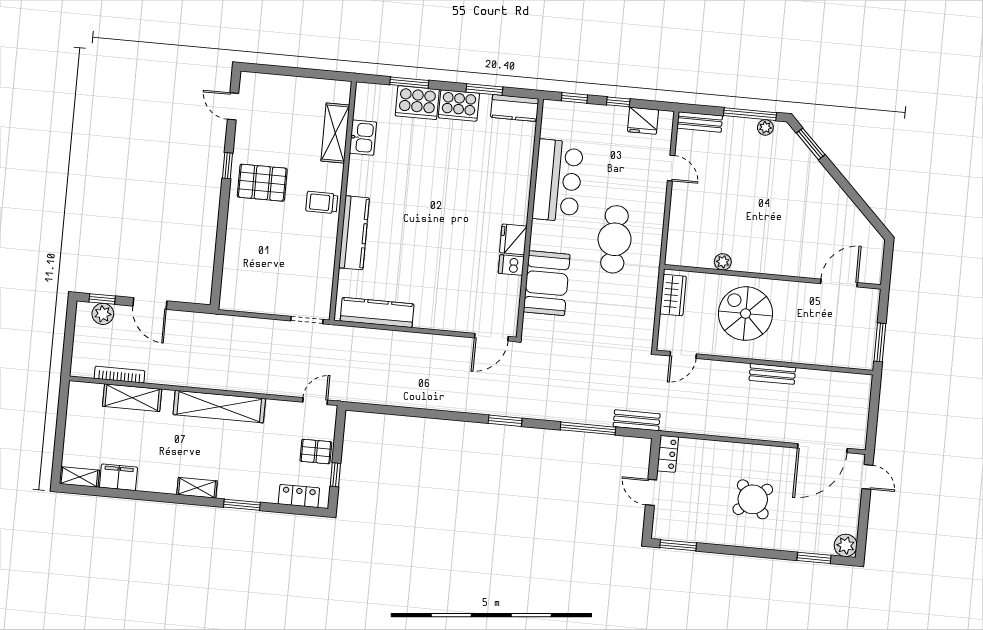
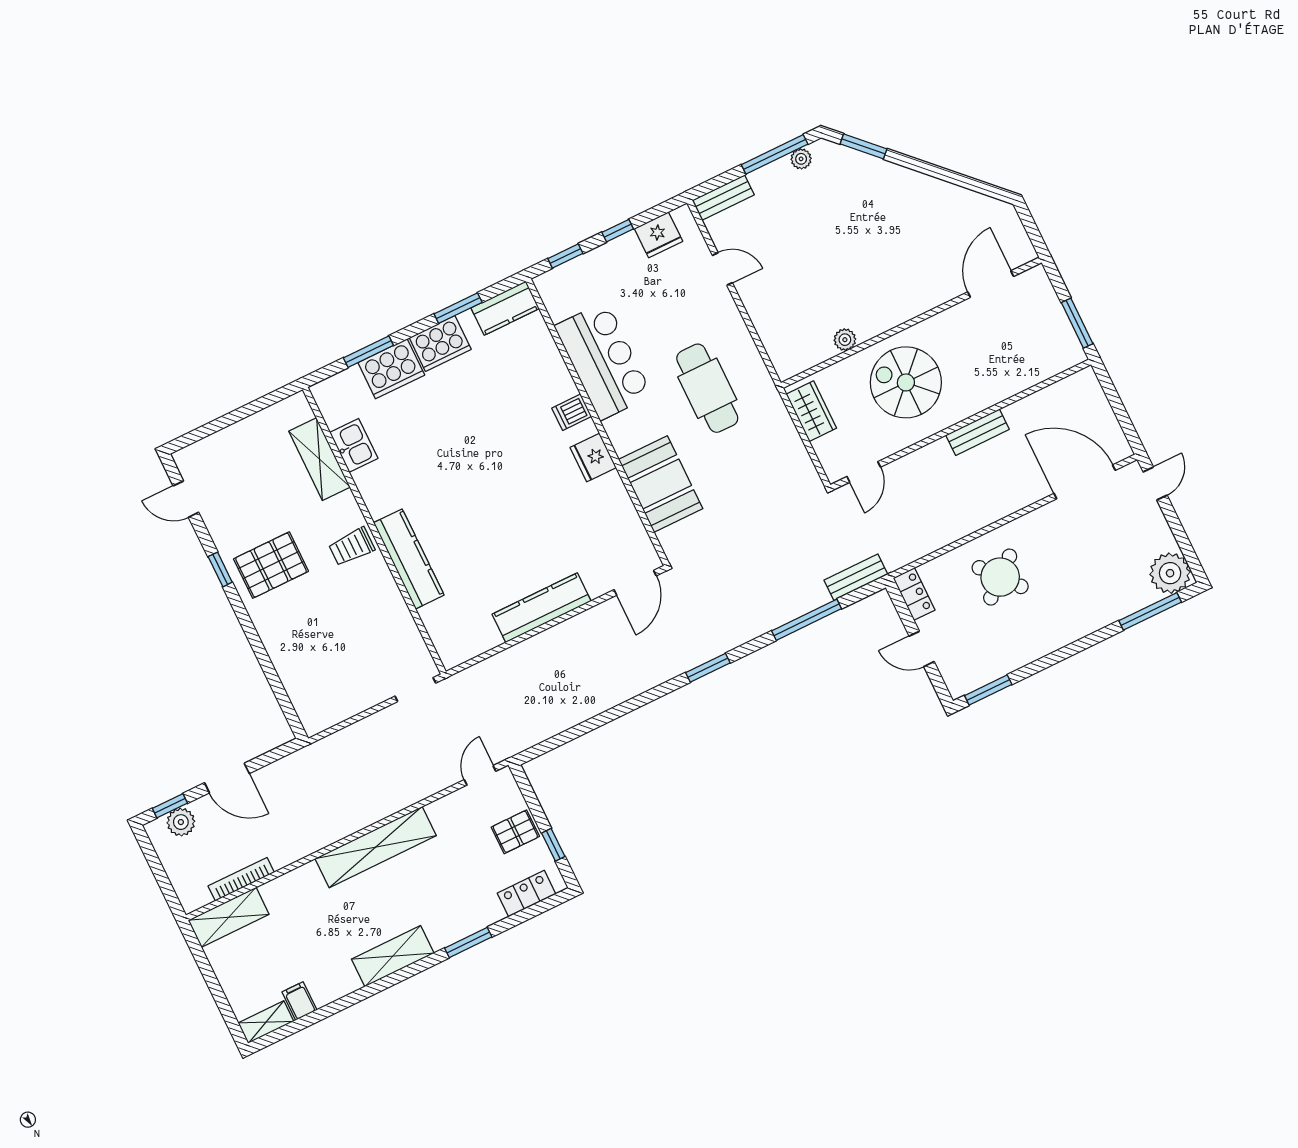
dishwasher: (511, 265) -> (572, 412), moved
kitchen counter: (377, 312) -> (542, 608), moved
shelving: (132, 398) -> (229, 917), moved
door: (822, 448) -> (1085, 482), swing flipped
filing cabinet: (118, 477) -> (299, 1001), width x0.50
door: (867, 477) -> (1155, 483), hinge flipped
shelving: (197, 488) -> (393, 956), width x1.50, depth x1.33
round table: (753, 499) -> (1000, 577), moved
plant: (846, 545) -> (1170, 573), width x1.36, depth x1.36
window: (814, 558) -> (1150, 611), width x1.44

